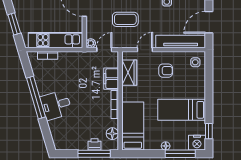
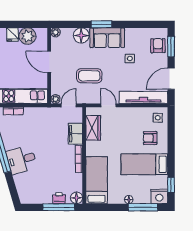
door: (145, 50) -> (108, 105), hinge flipped
armchair: (166, 71) -> (150, 138), moved, turned 180
floor lamp: (112, 134) -> (77, 198), moved

